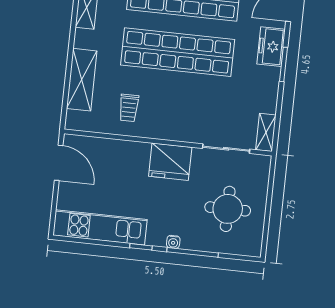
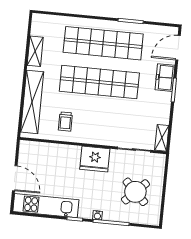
shelving: (82, 80) -> (32, 102), width x1.47
door: (59, 163) -> (15, 178), moved
round table: (228, 209) -> (135, 192), turned 45

